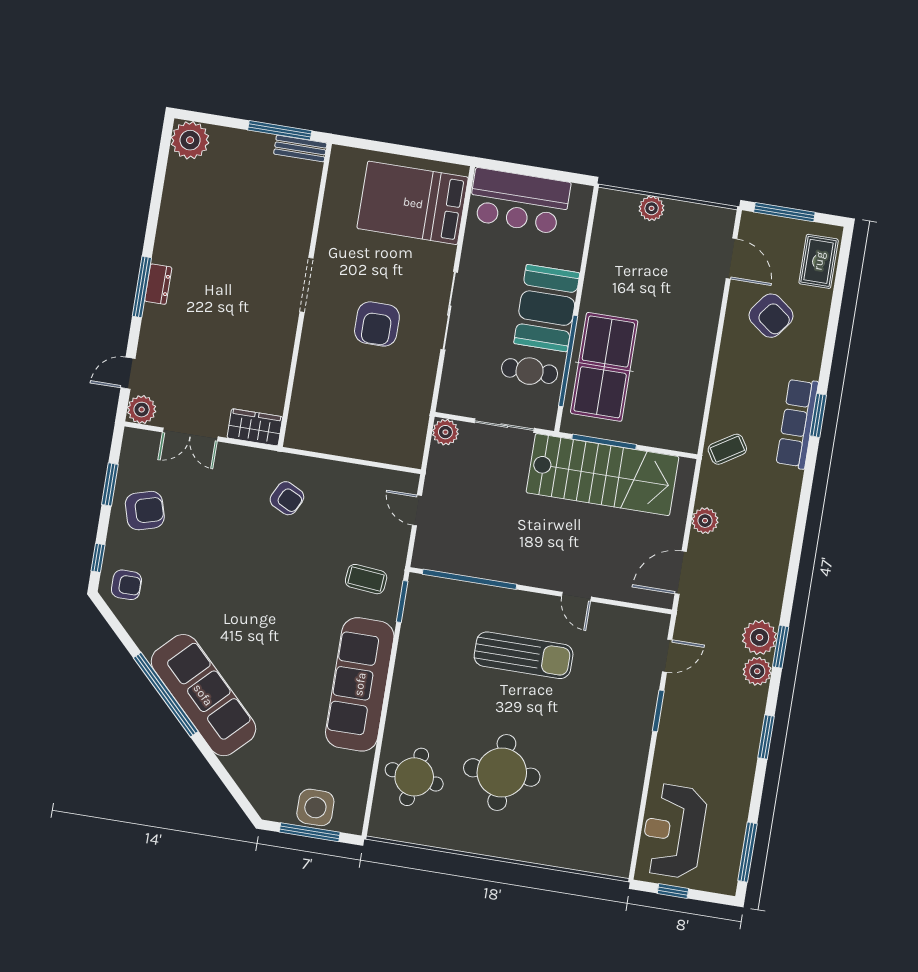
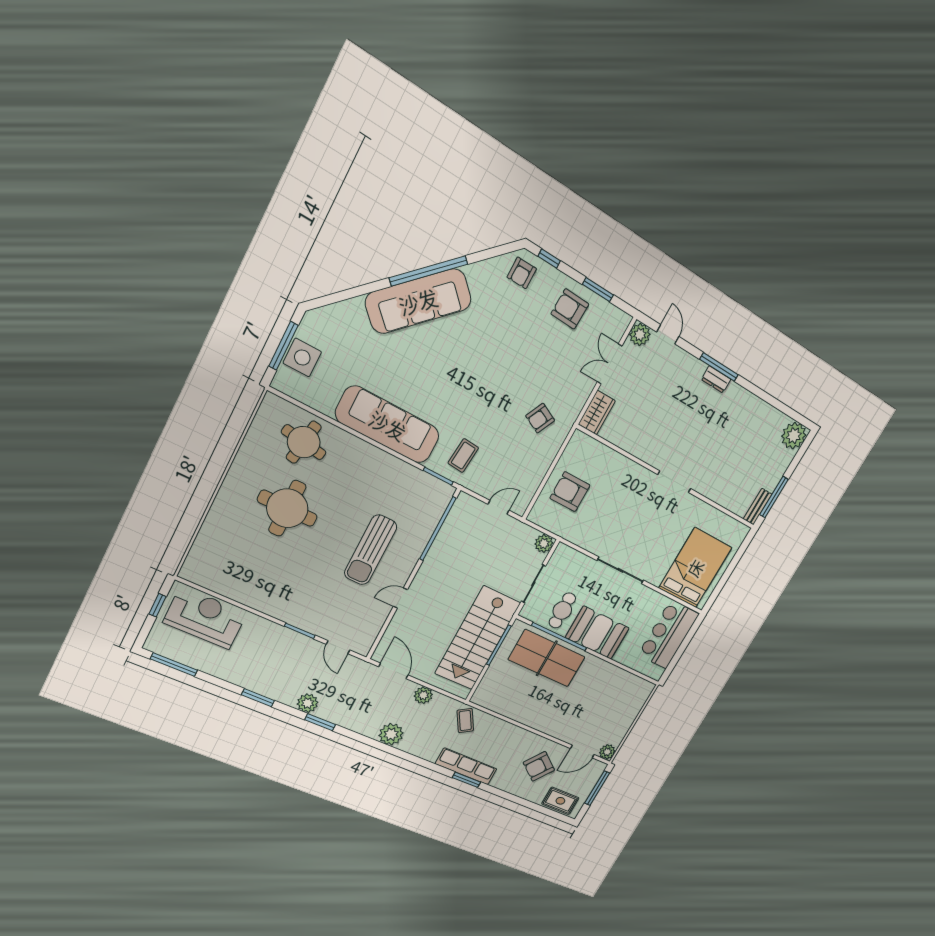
plant: (652, 208) -> (607, 752), moved
armchair: (377, 324) -> (570, 492), moved
armchair: (145, 511) -> (570, 309), turned 108
plant: (759, 637) -> (391, 734), moved

